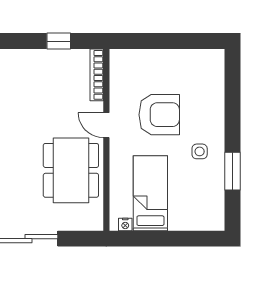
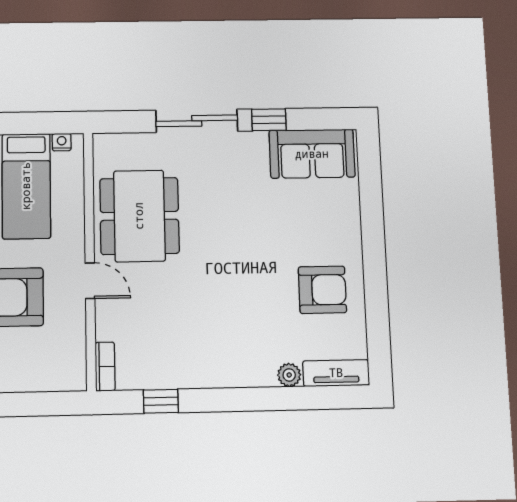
bookcase: (97, 75) -> (105, 367), width x0.64

